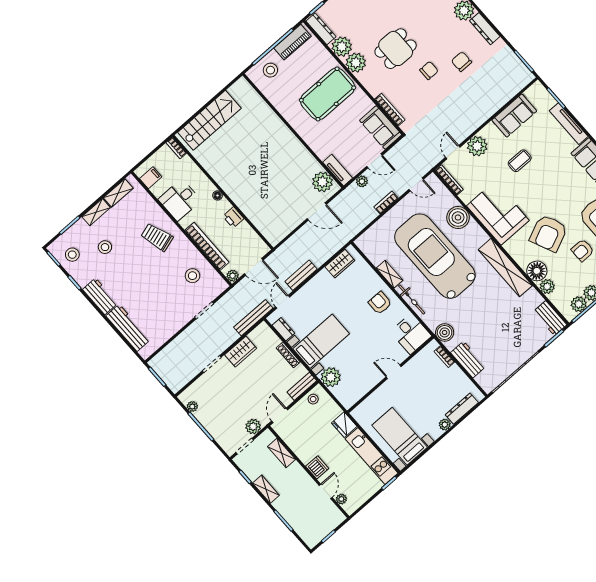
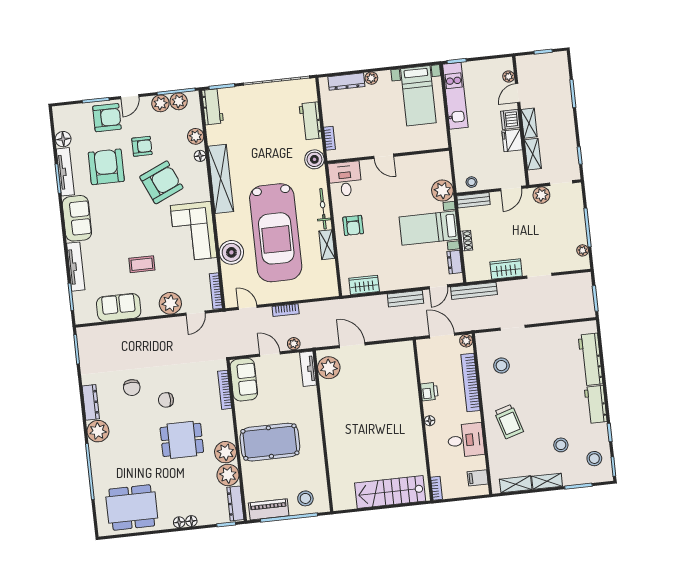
floor lamp: (537, 271) -> (200, 156), width x0.53, depth x0.53
shoe rack: (288, 355) -> (467, 241), width x0.70
fridge: (344, 425) -> (512, 140), moved, turned 180
shelving: (266, 489) -> (529, 123), moved

